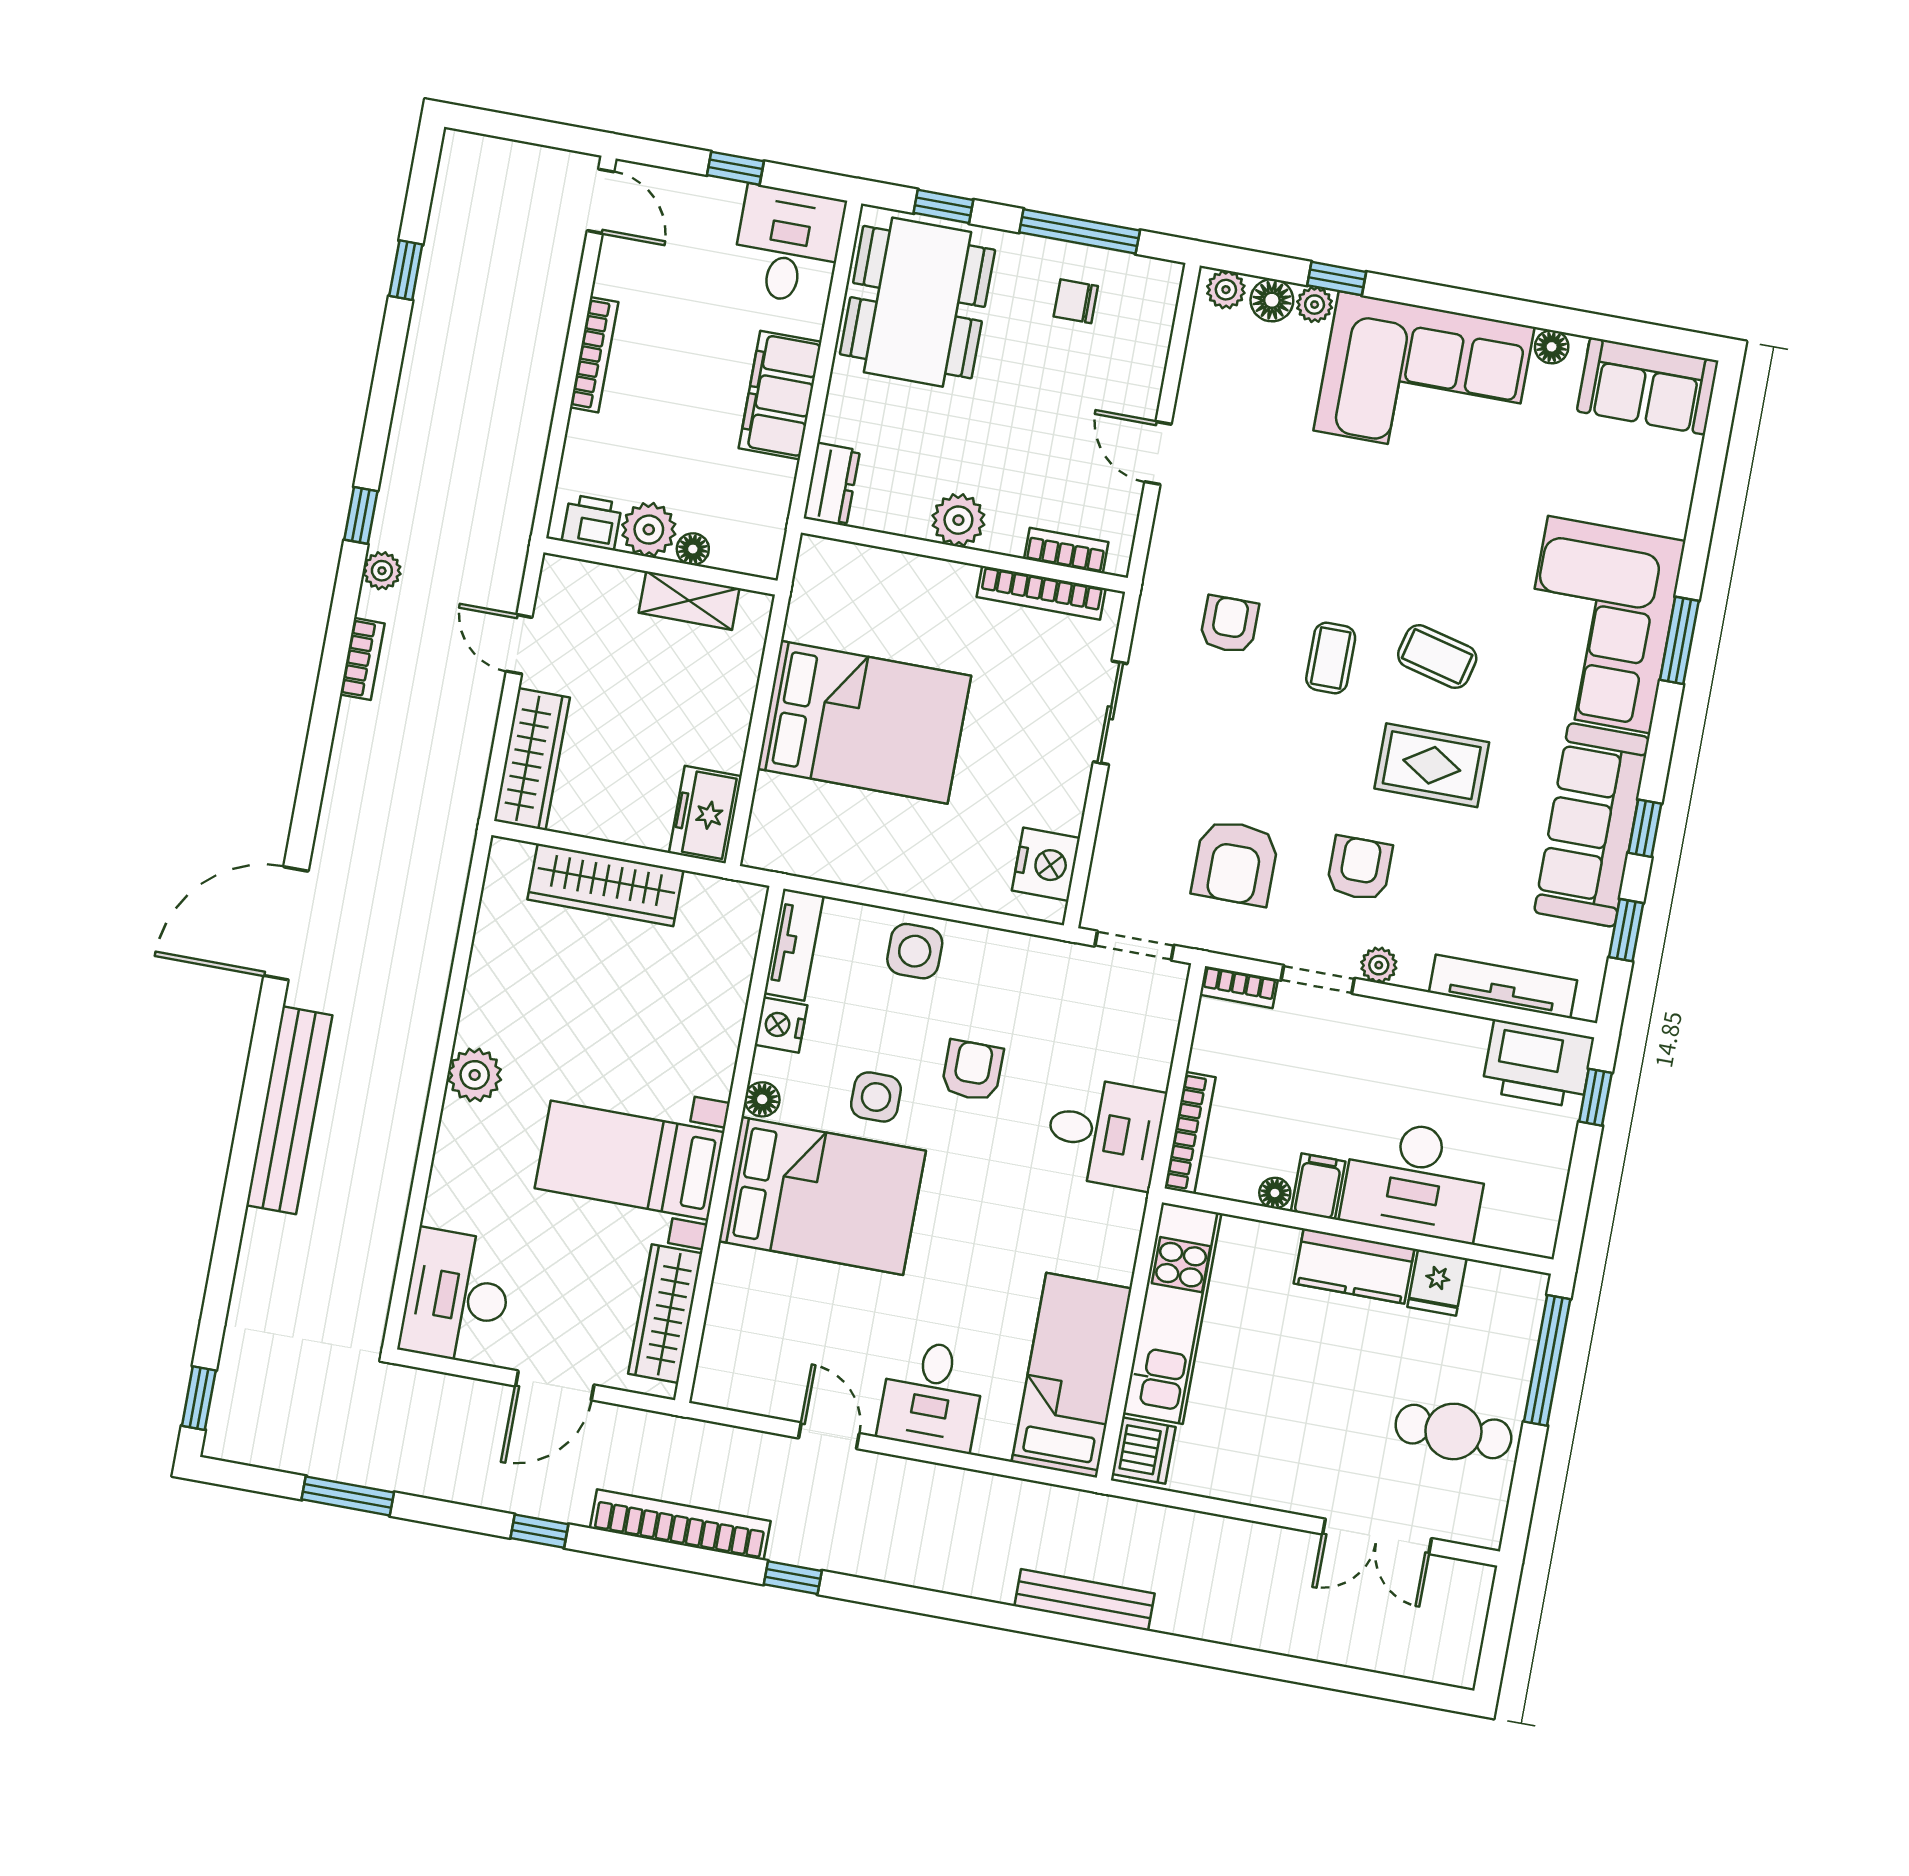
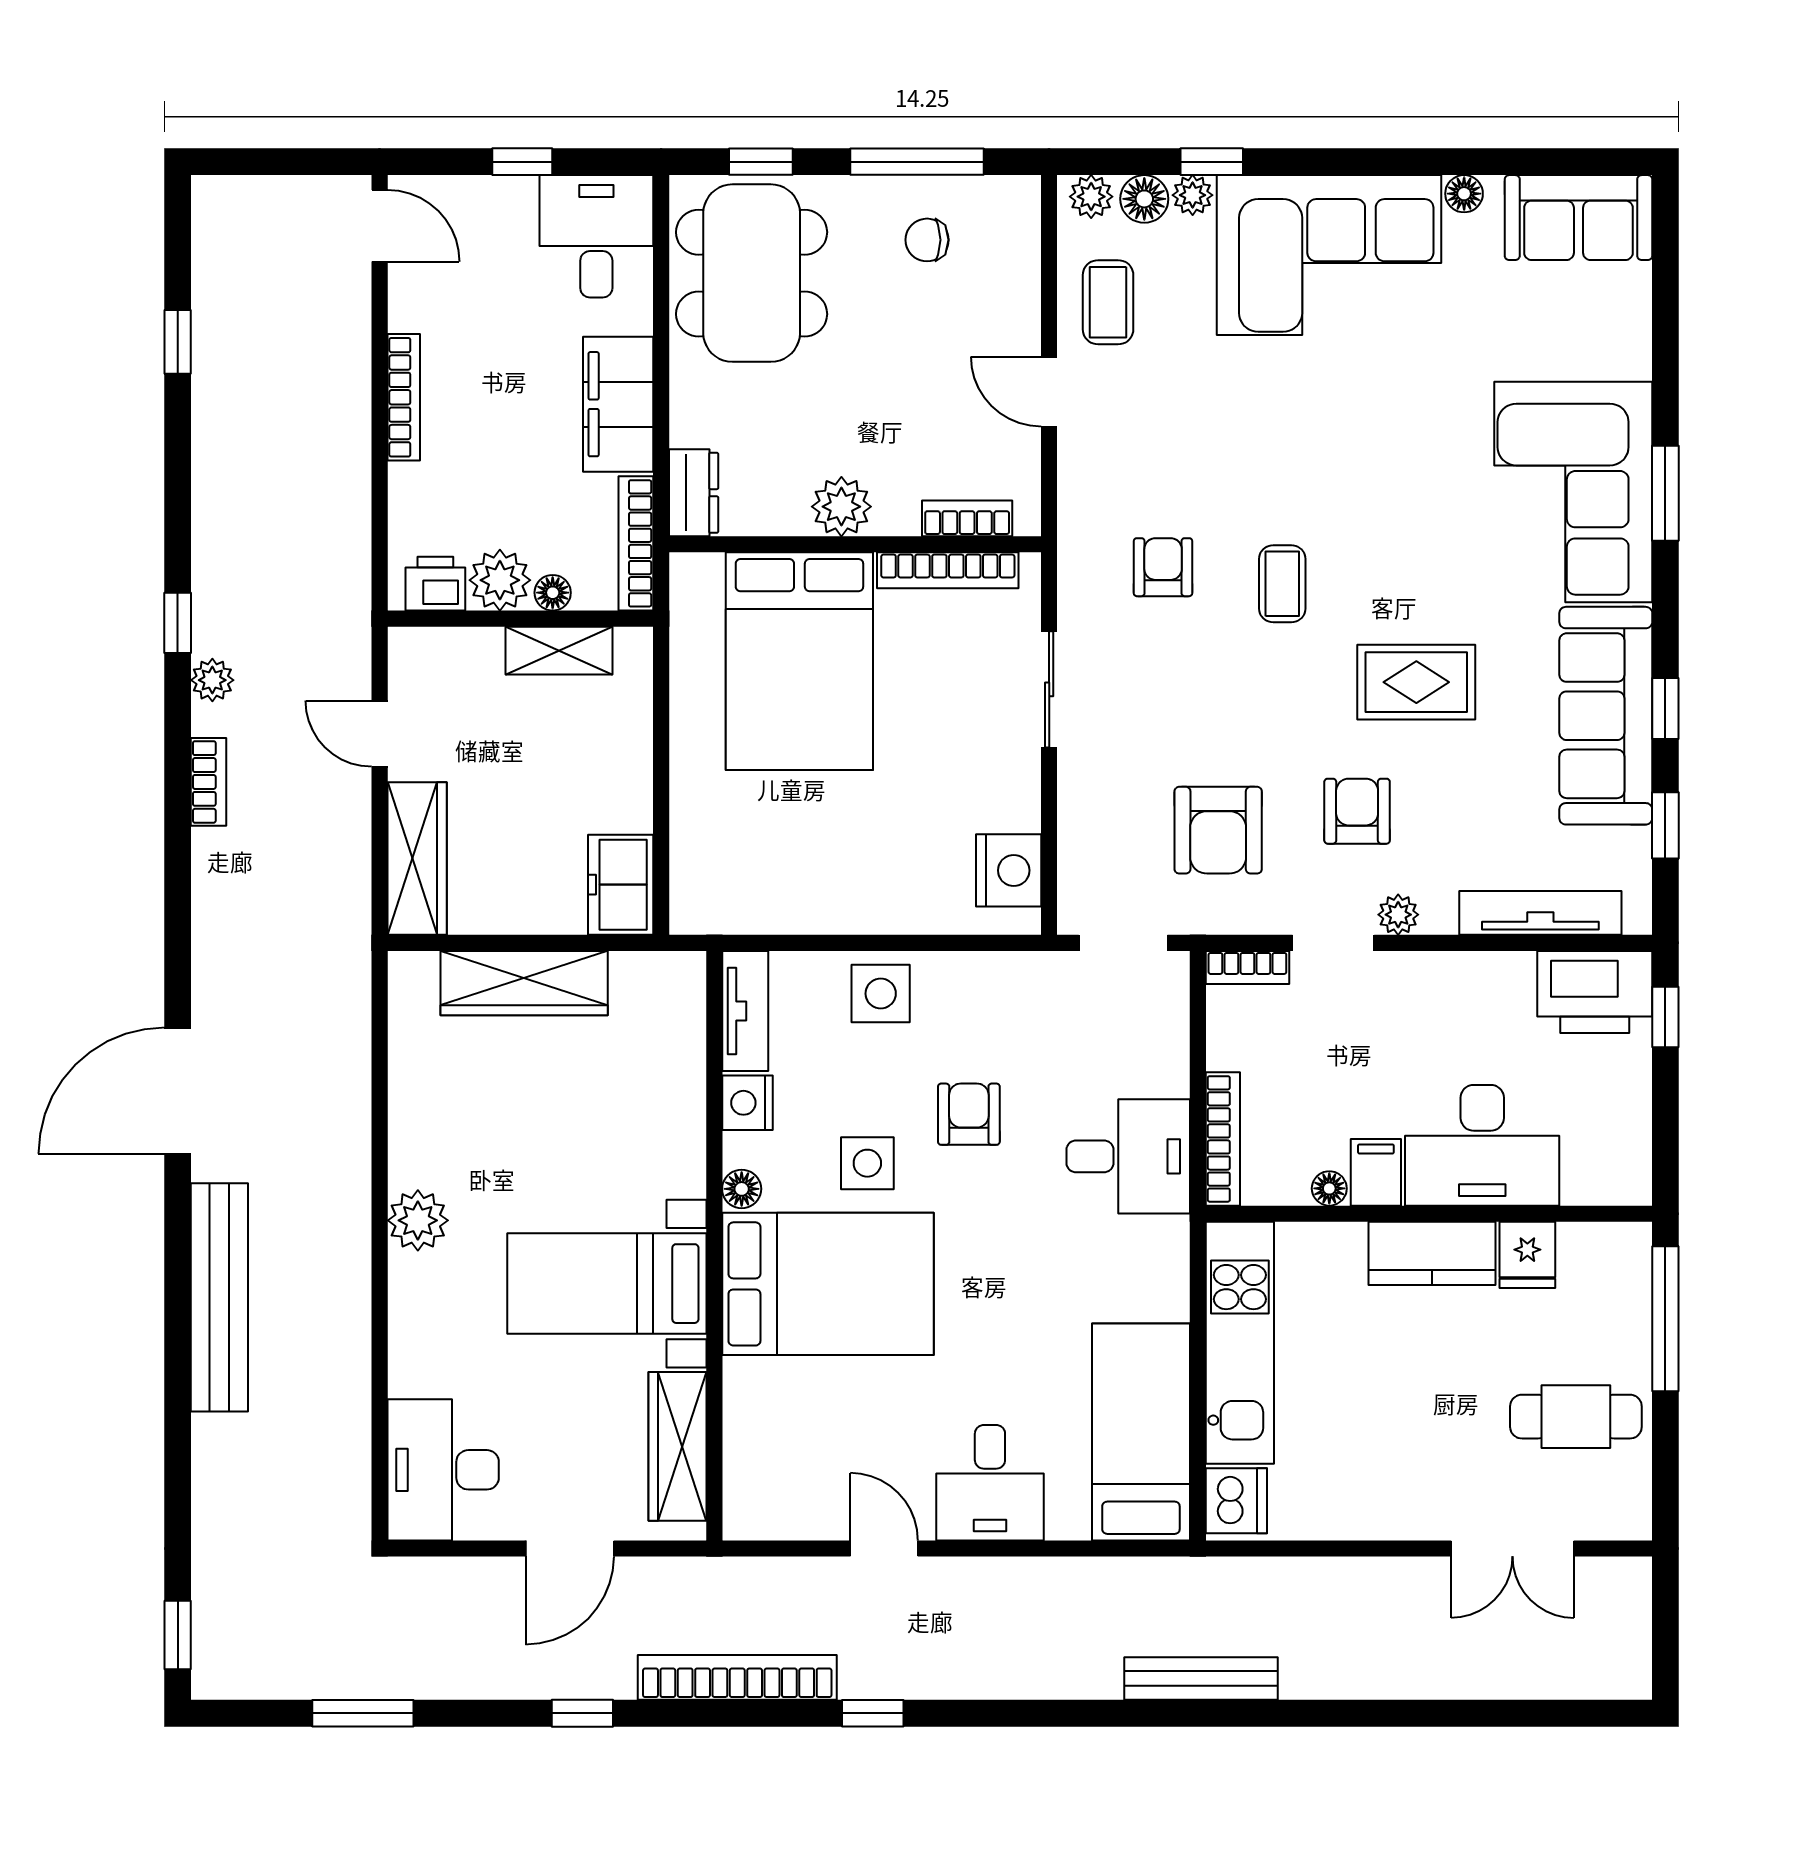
bookcase: (773, 519) -> (636, 543), added
coffee table: (1437, 657) -> (1108, 302), moved, turned 76
bed: (864, 722) -> (799, 661), moved, turned 90

